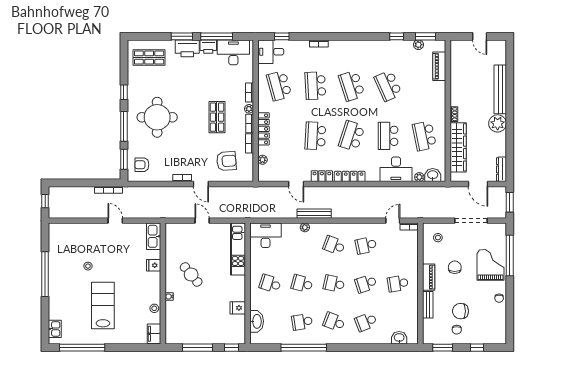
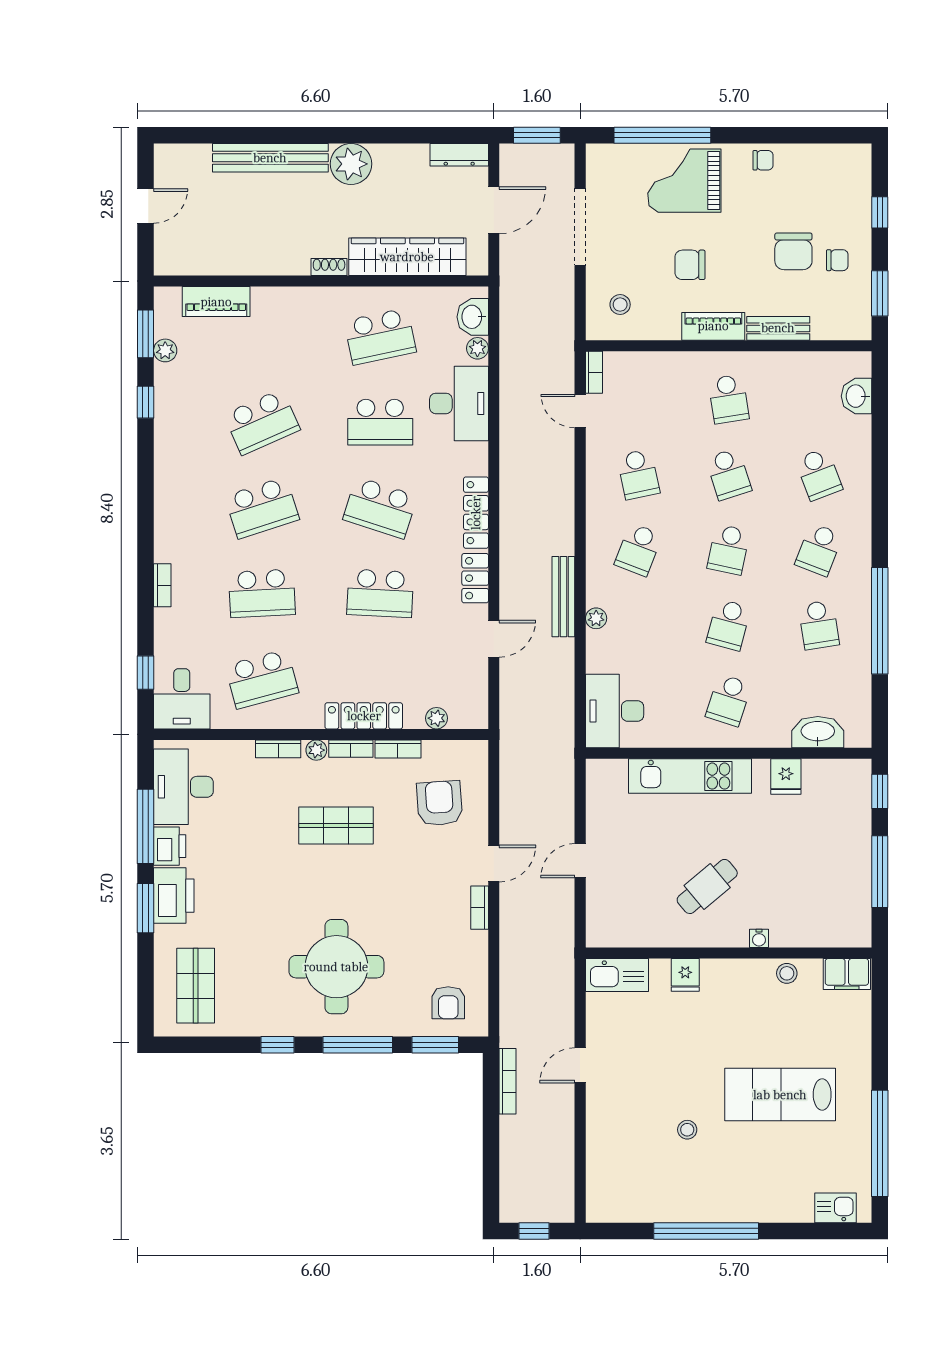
kitchen unit: (238, 249) -> (690, 776), moved

